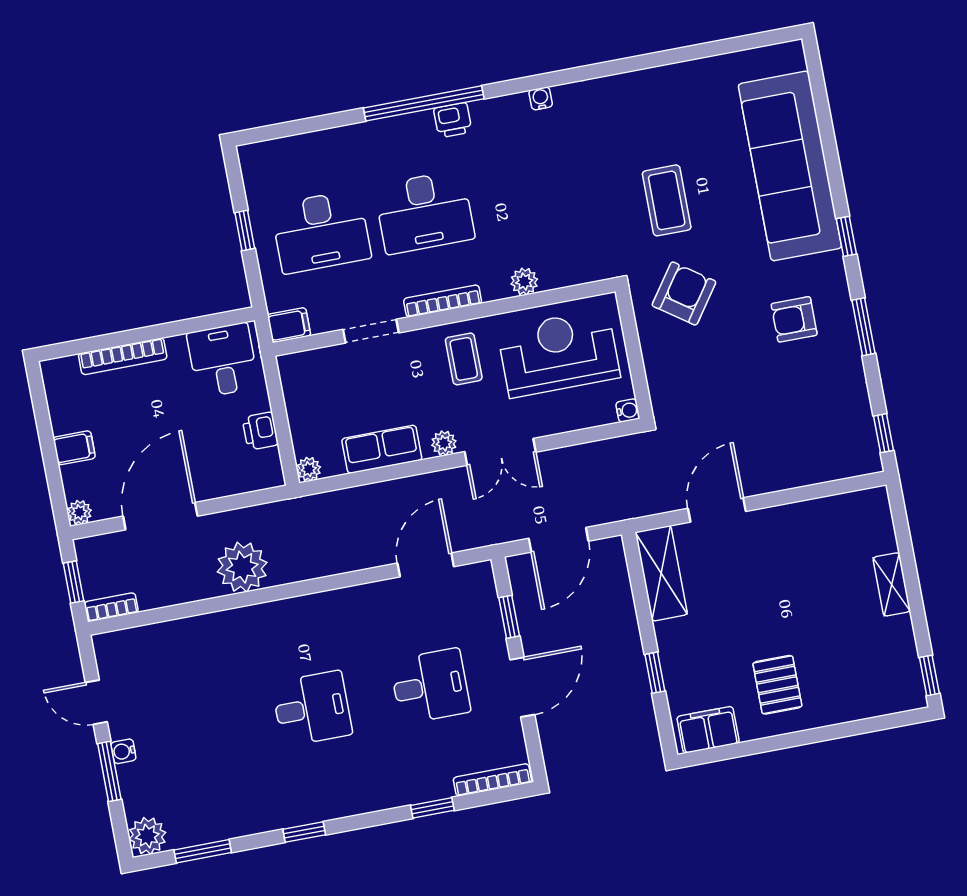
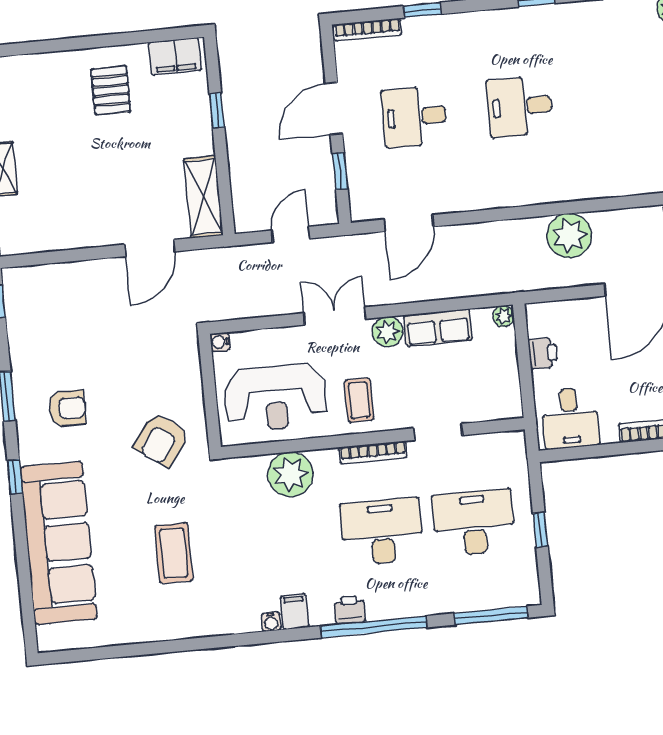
window: (292, 128) -> (491, 616), added
coffee table: (667, 200) -> (174, 553), moved
plant: (524, 282) -> (291, 474), width x1.87, depth x1.87
filing cabinet: (289, 325) -> (294, 611), moved, turned 90
plant: (444, 443) -> (388, 332), width x1.38, depth x1.38
door: (559, 540) -> (291, 234), width x0.73

